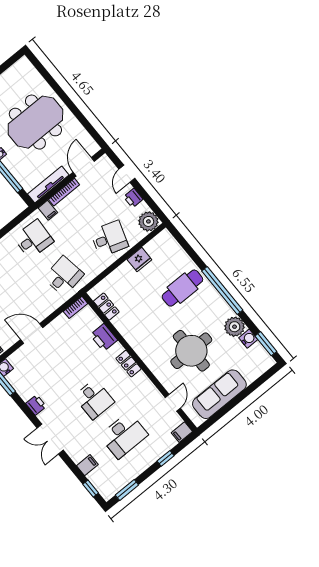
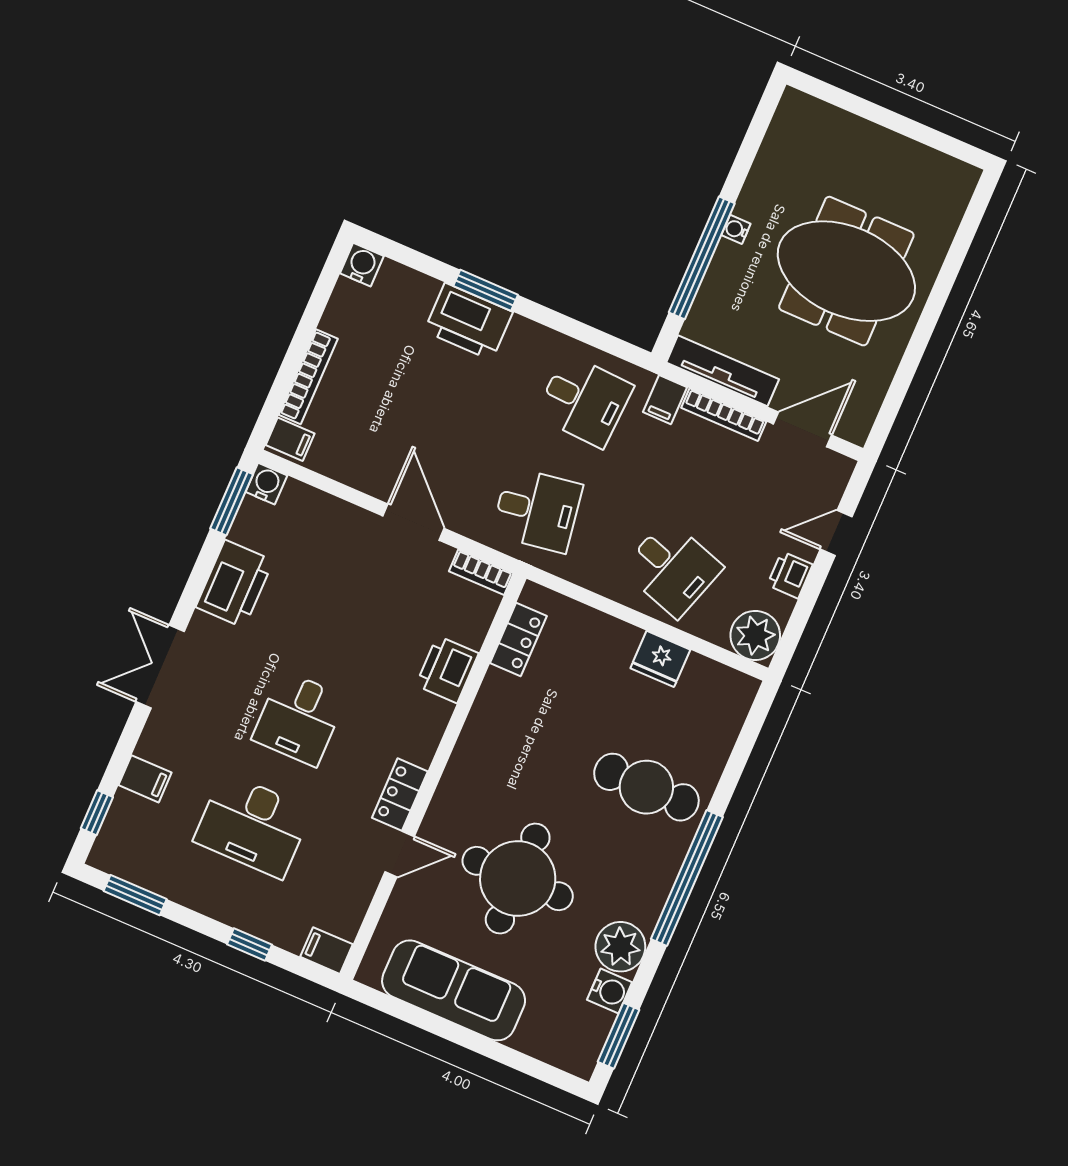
door: (32, 333) -> (413, 522), moved
locker: (129, 364) -> (400, 795), moved
door: (173, 403) -> (400, 854), moved
printer: (36, 405) -> (235, 584), width x1.87, depth x1.48

